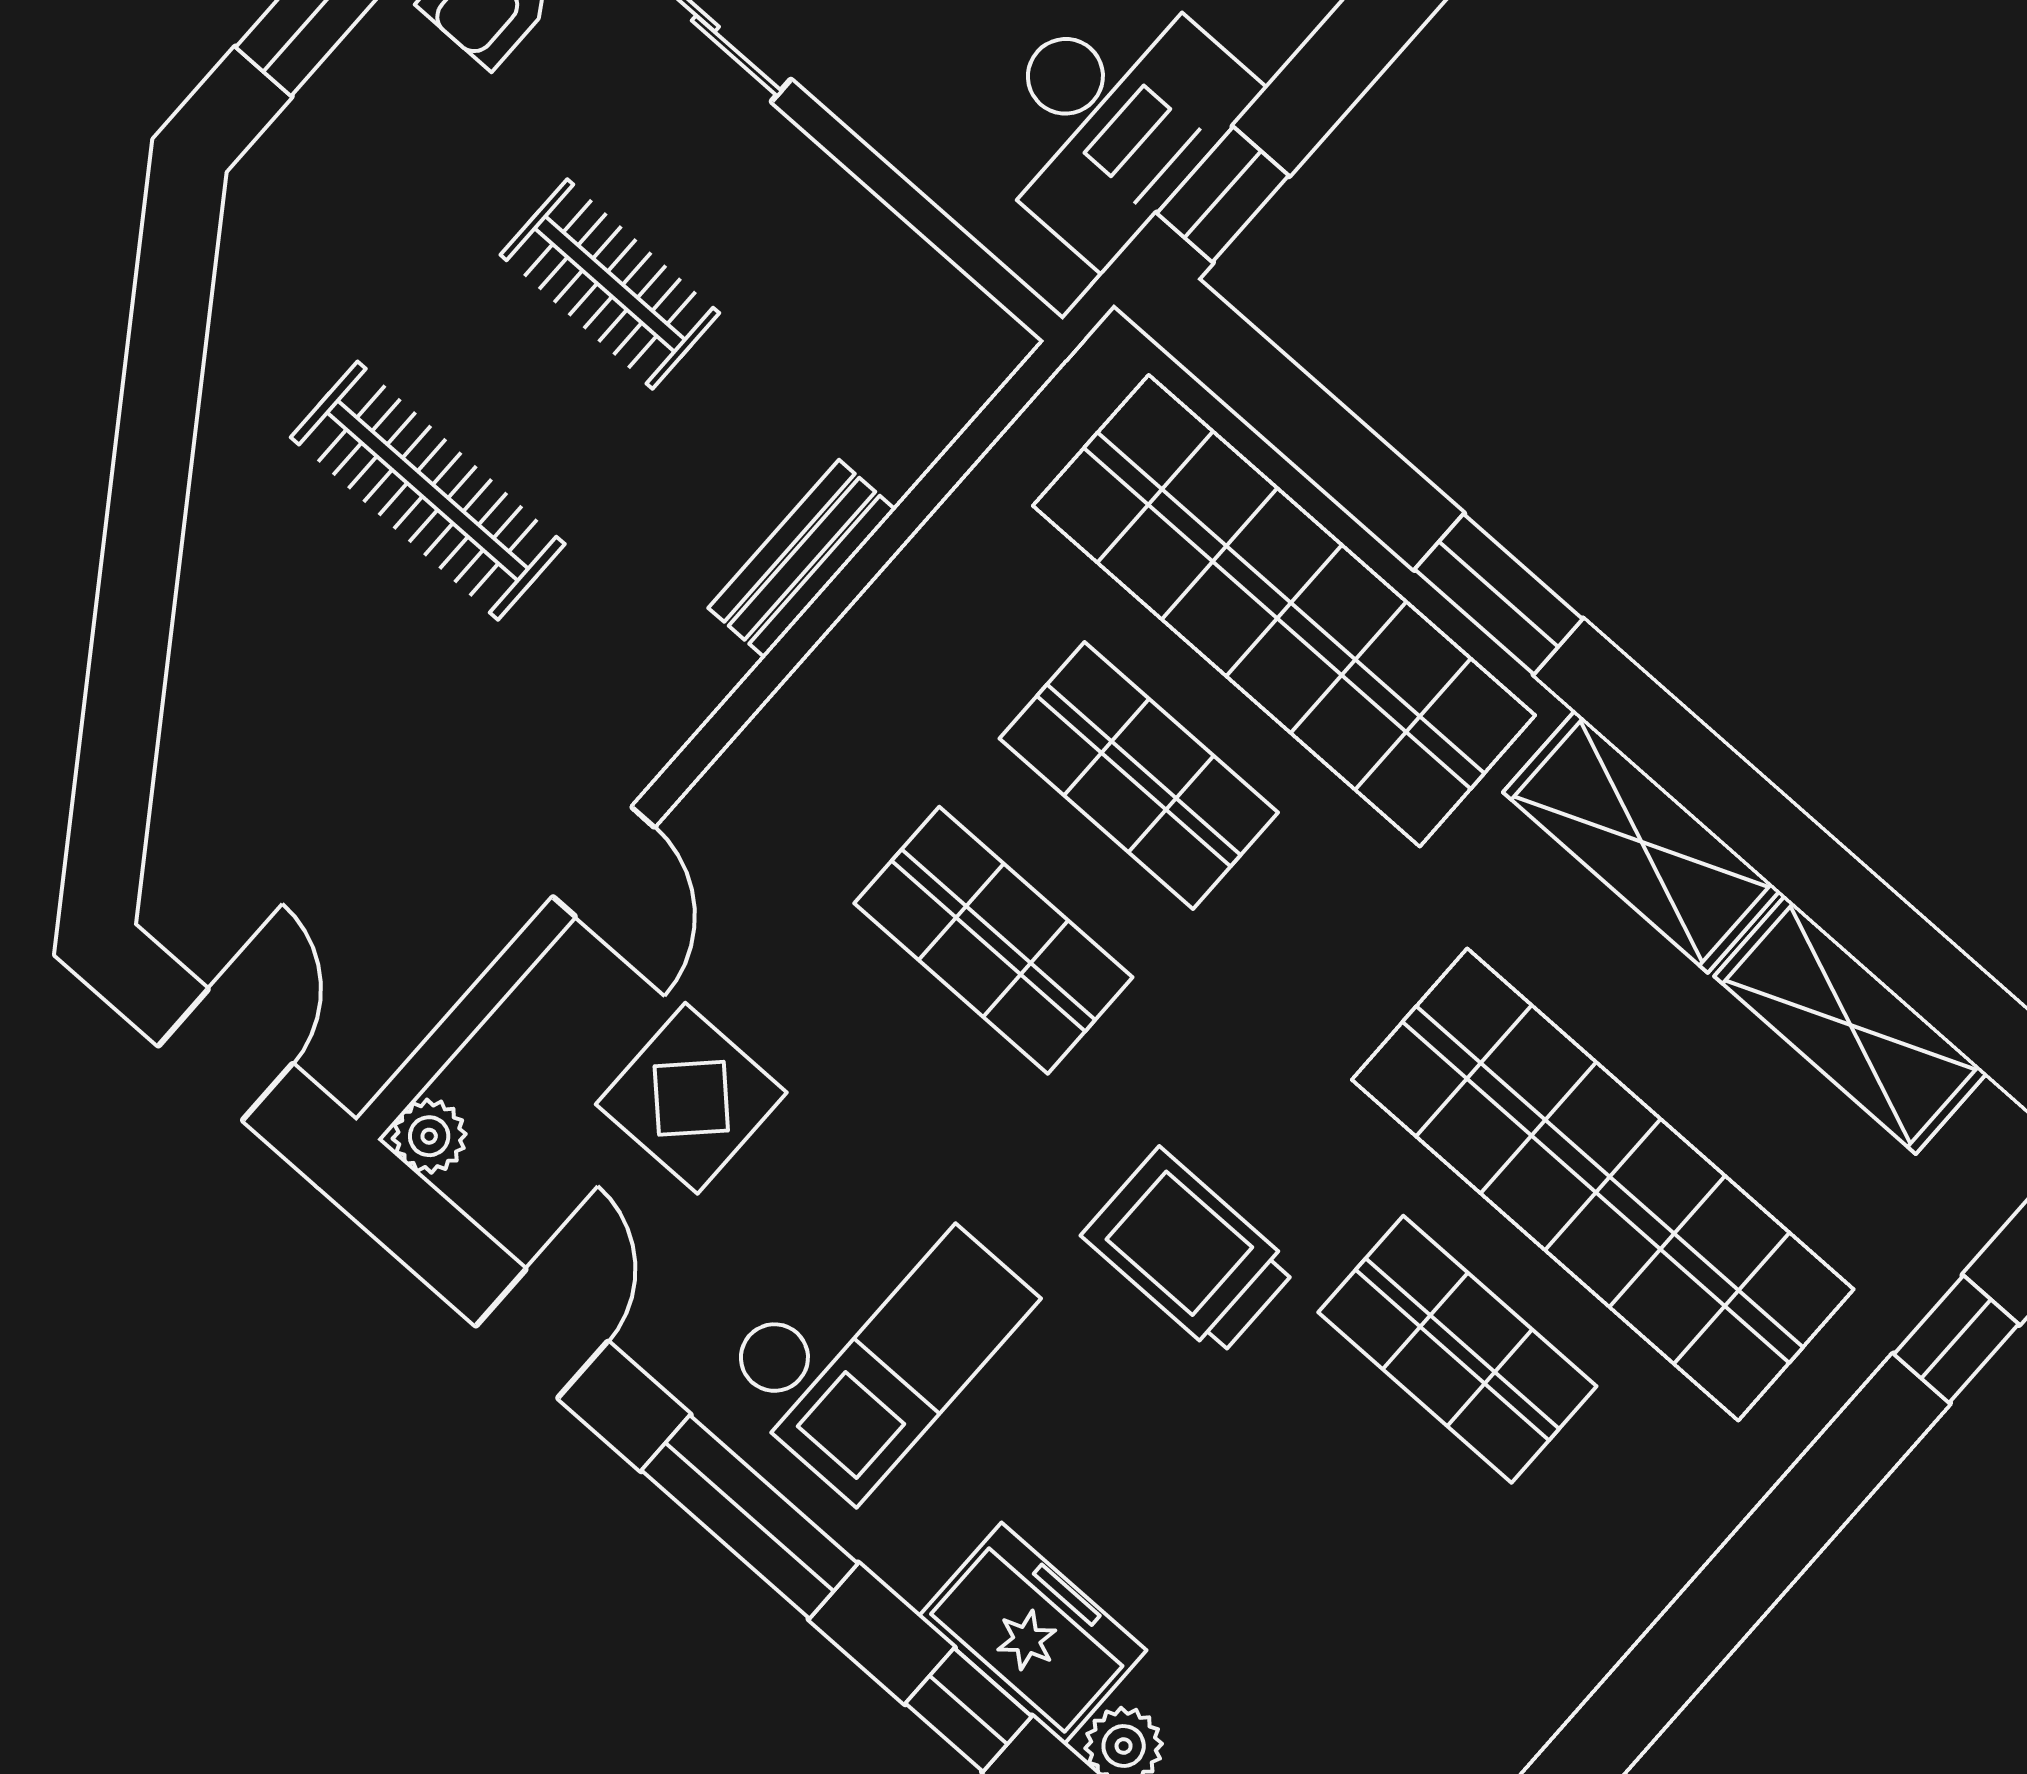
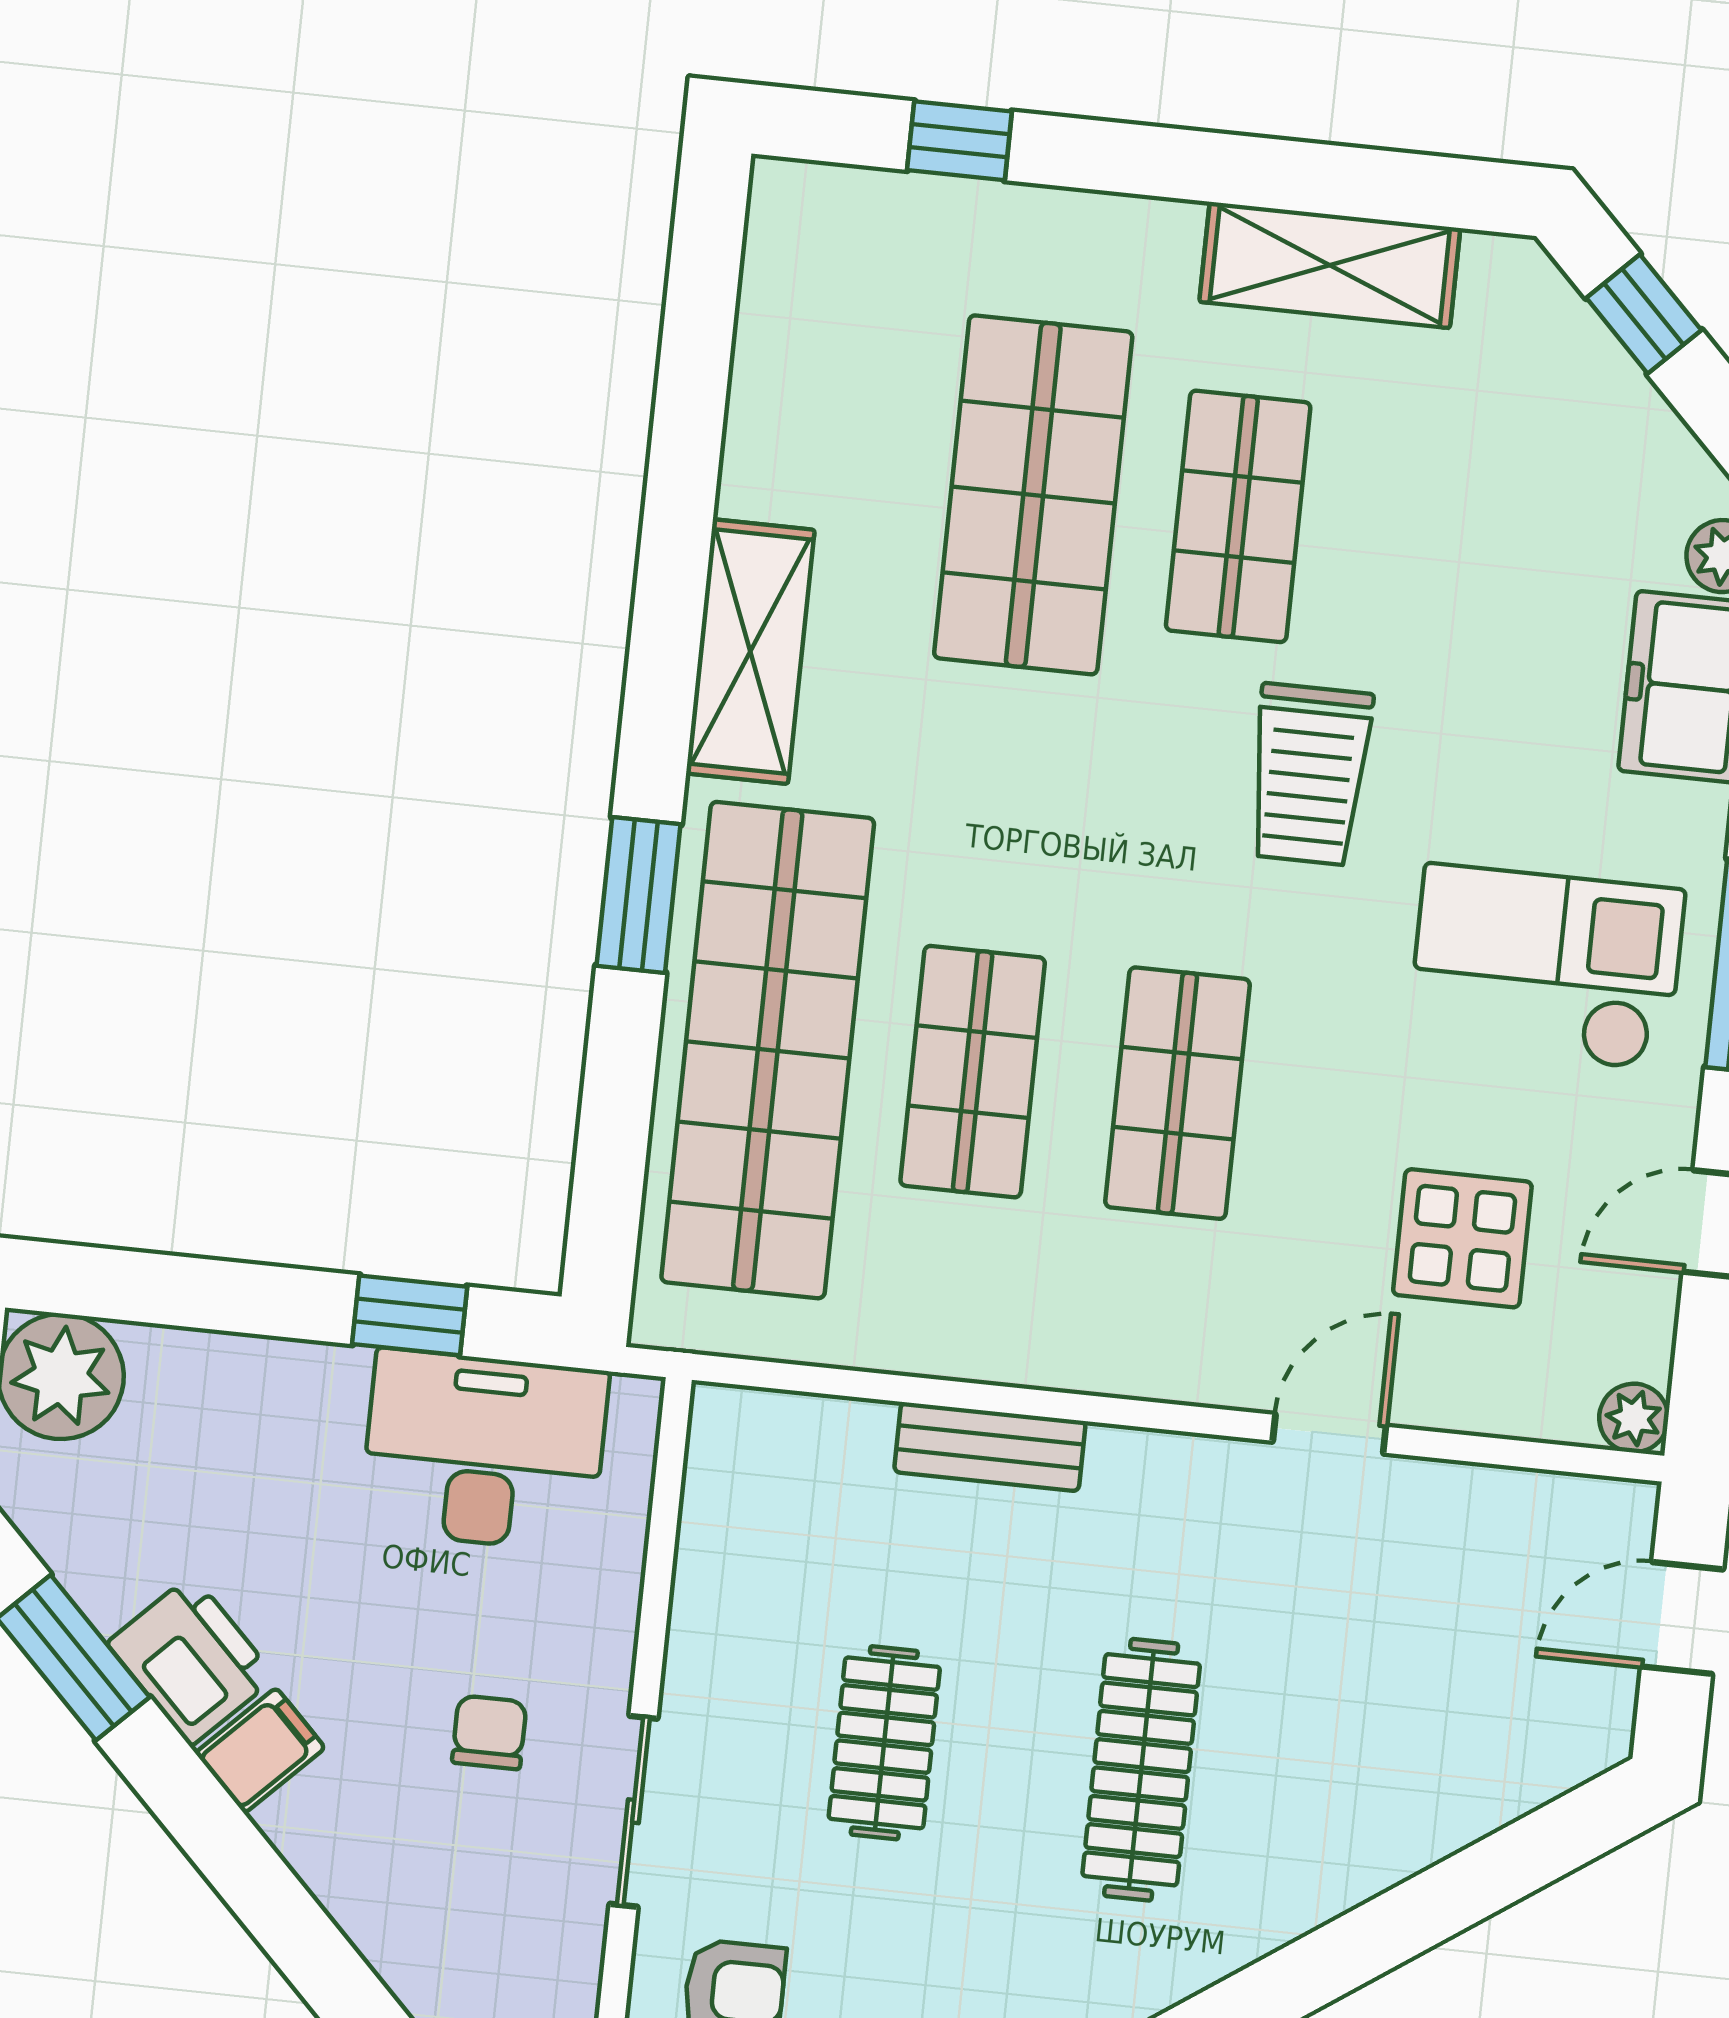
window: (1223, 194) -> (410, 1315), moved
shelving: (1850, 1025) -> (1330, 265), moved, turned 90
shop shelf: (1603, 1184) -> (1033, 495), width x0.71

